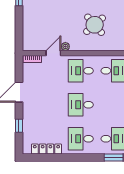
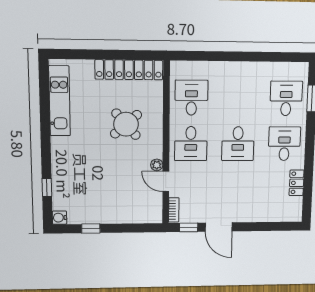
window: (19, 126) -> (189, 227), moved
desk: (81, 139) -> (284, 144), turned 180
locker: (46, 149) -> (297, 183), width x0.66

